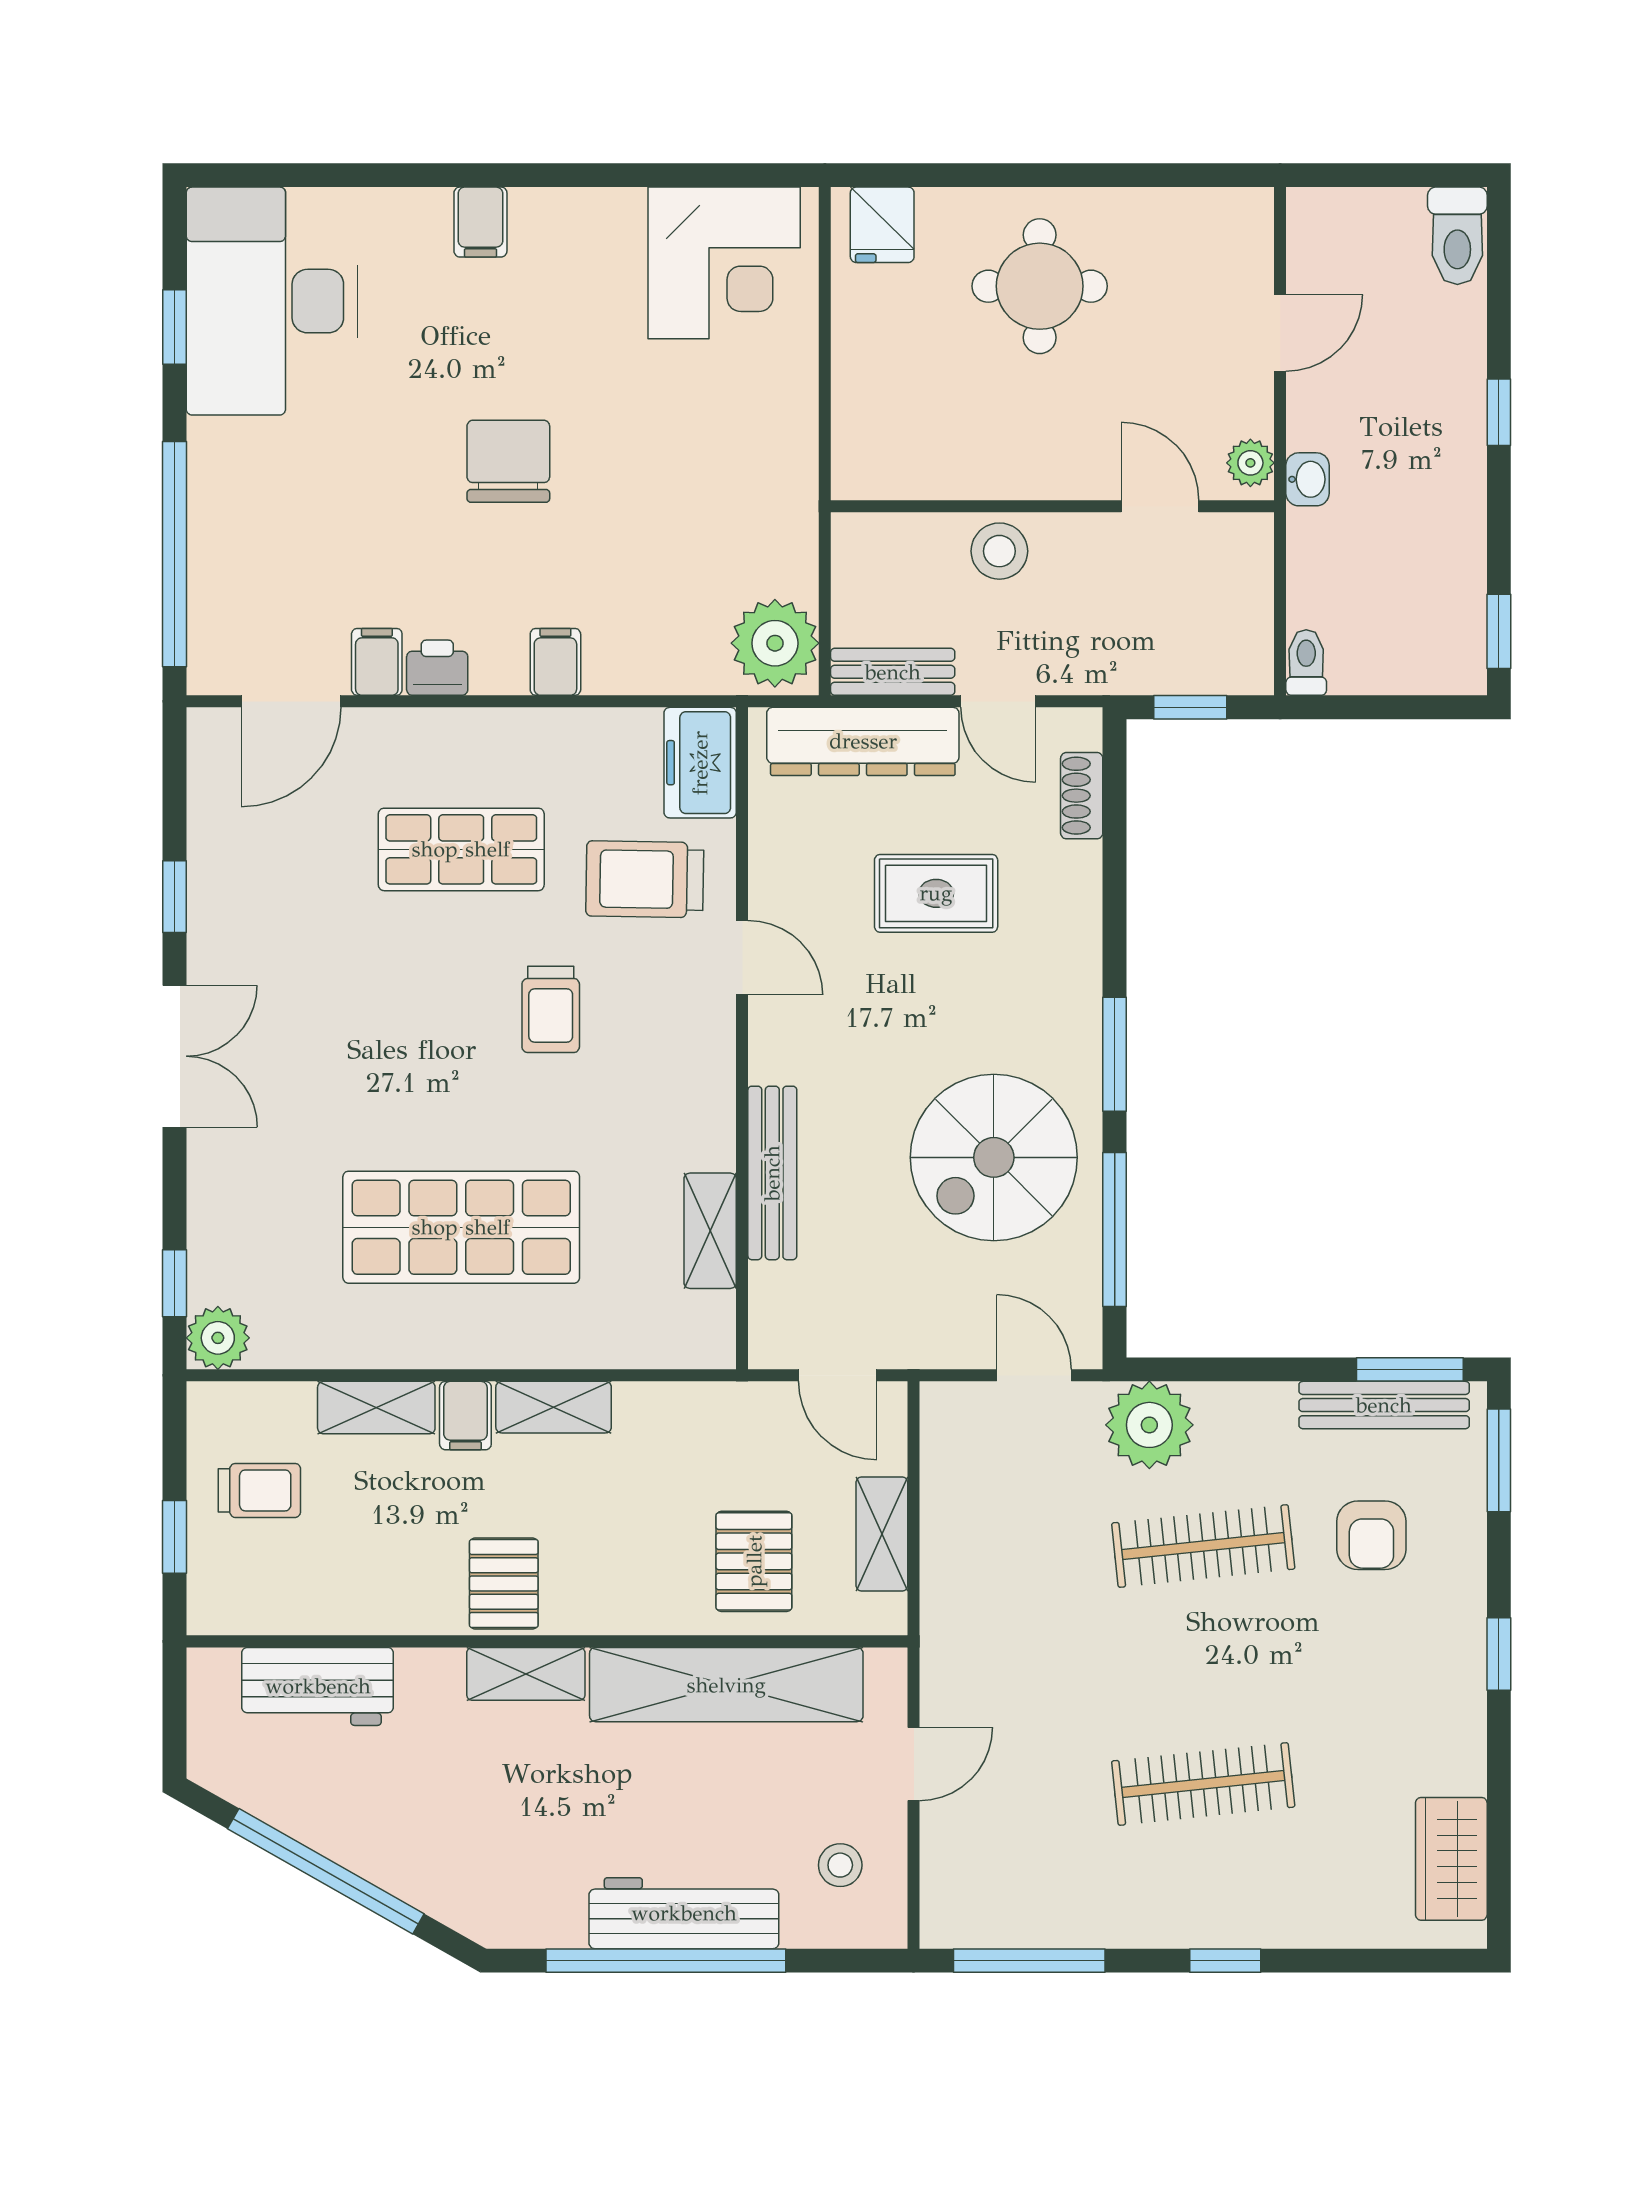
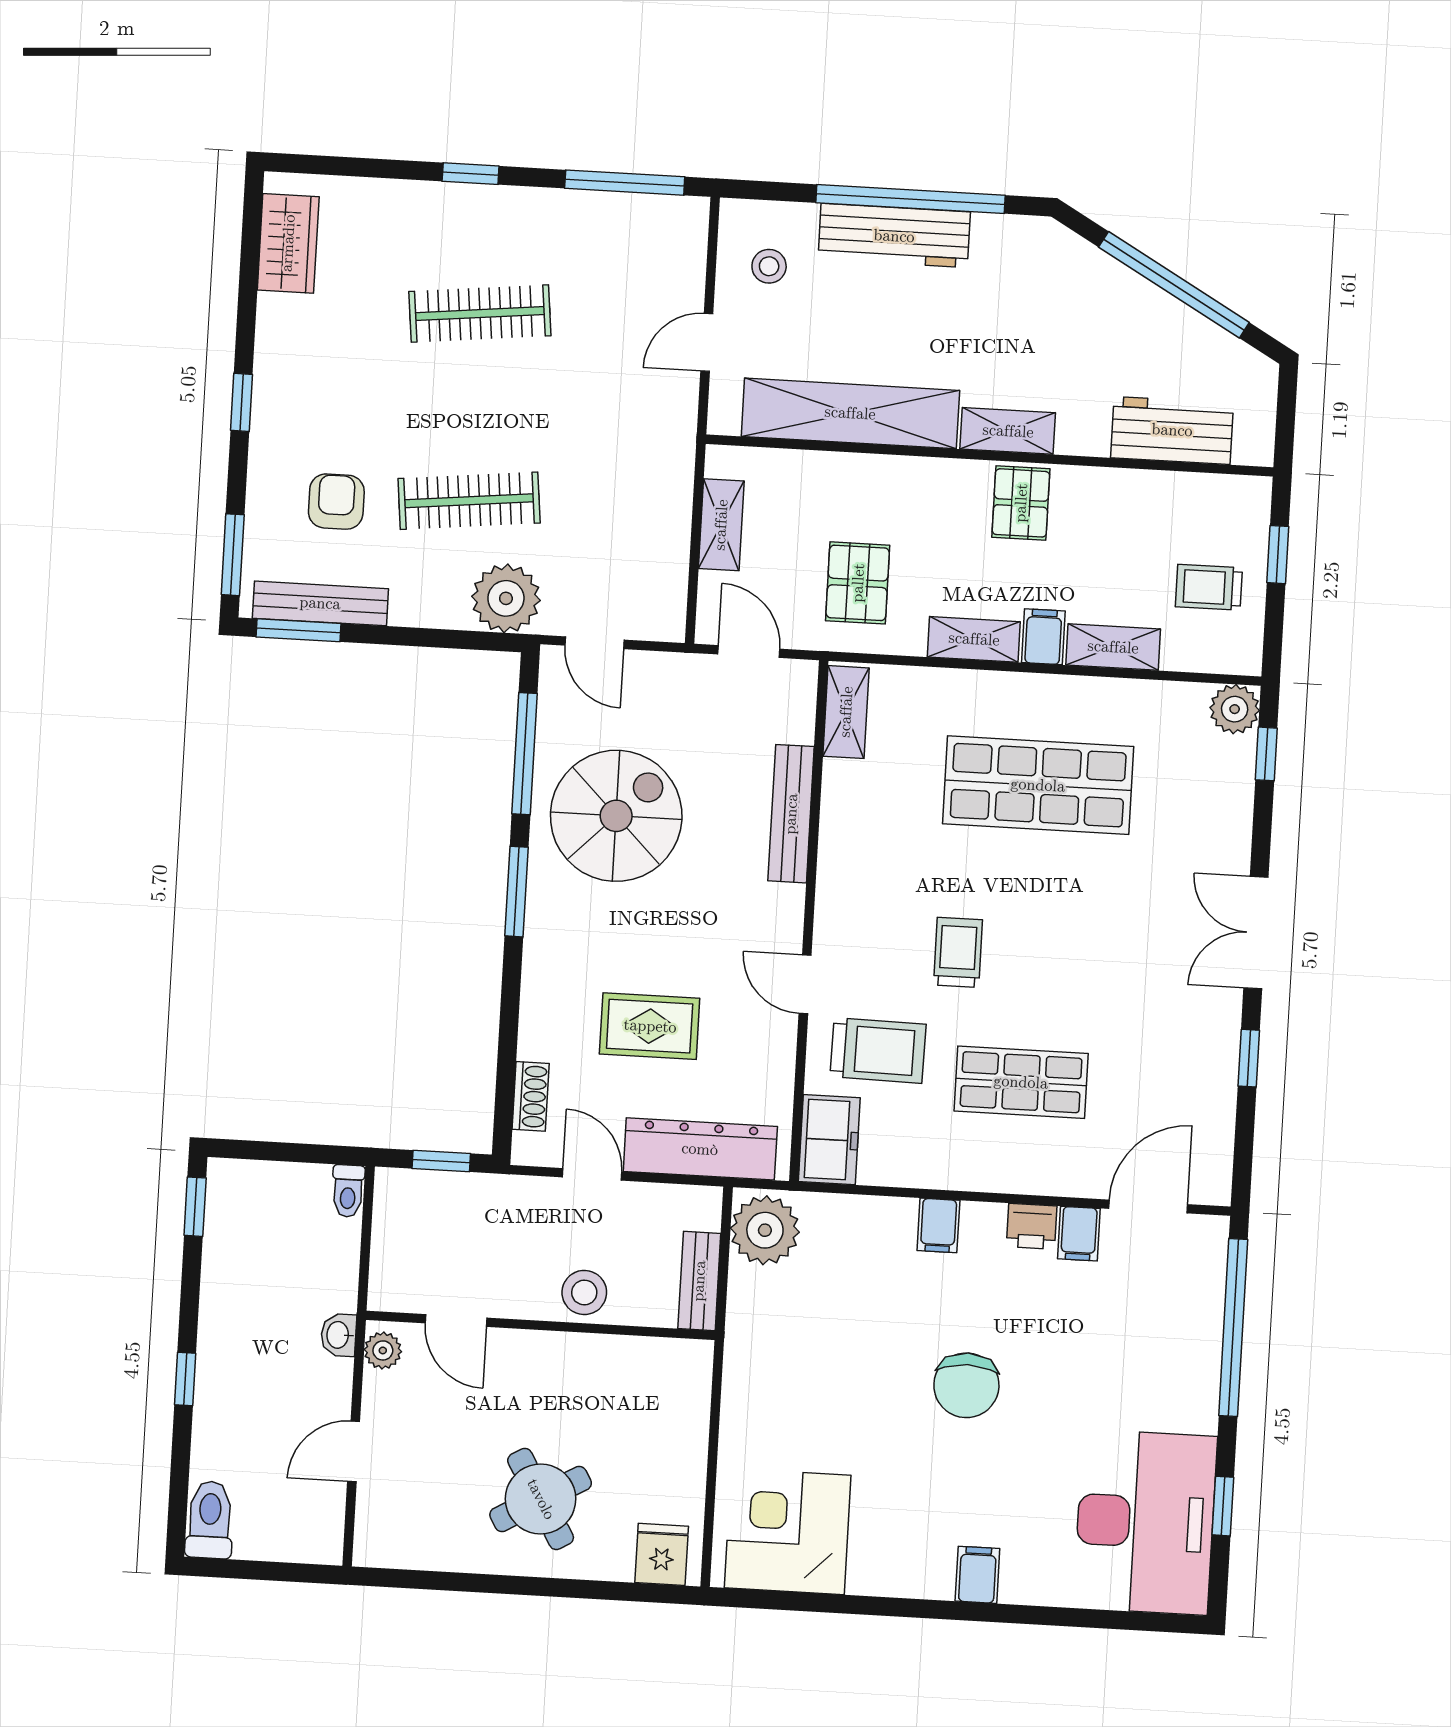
round table: (1040, 286) -> (541, 1499), turned -30
bench: (893, 672) -> (699, 1281), moved, turned 90
shelving: (710, 1231) -> (846, 712), moved
pallet: (754, 1561) -> (858, 583), moved

